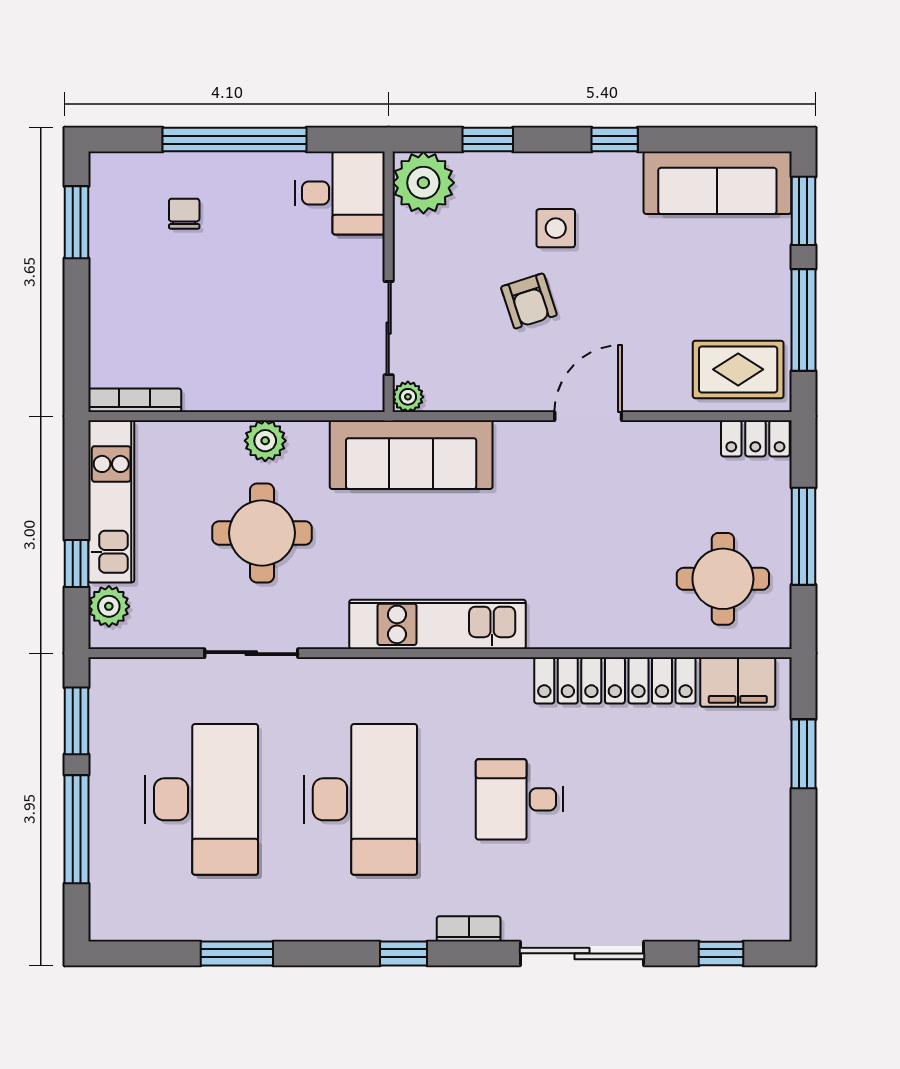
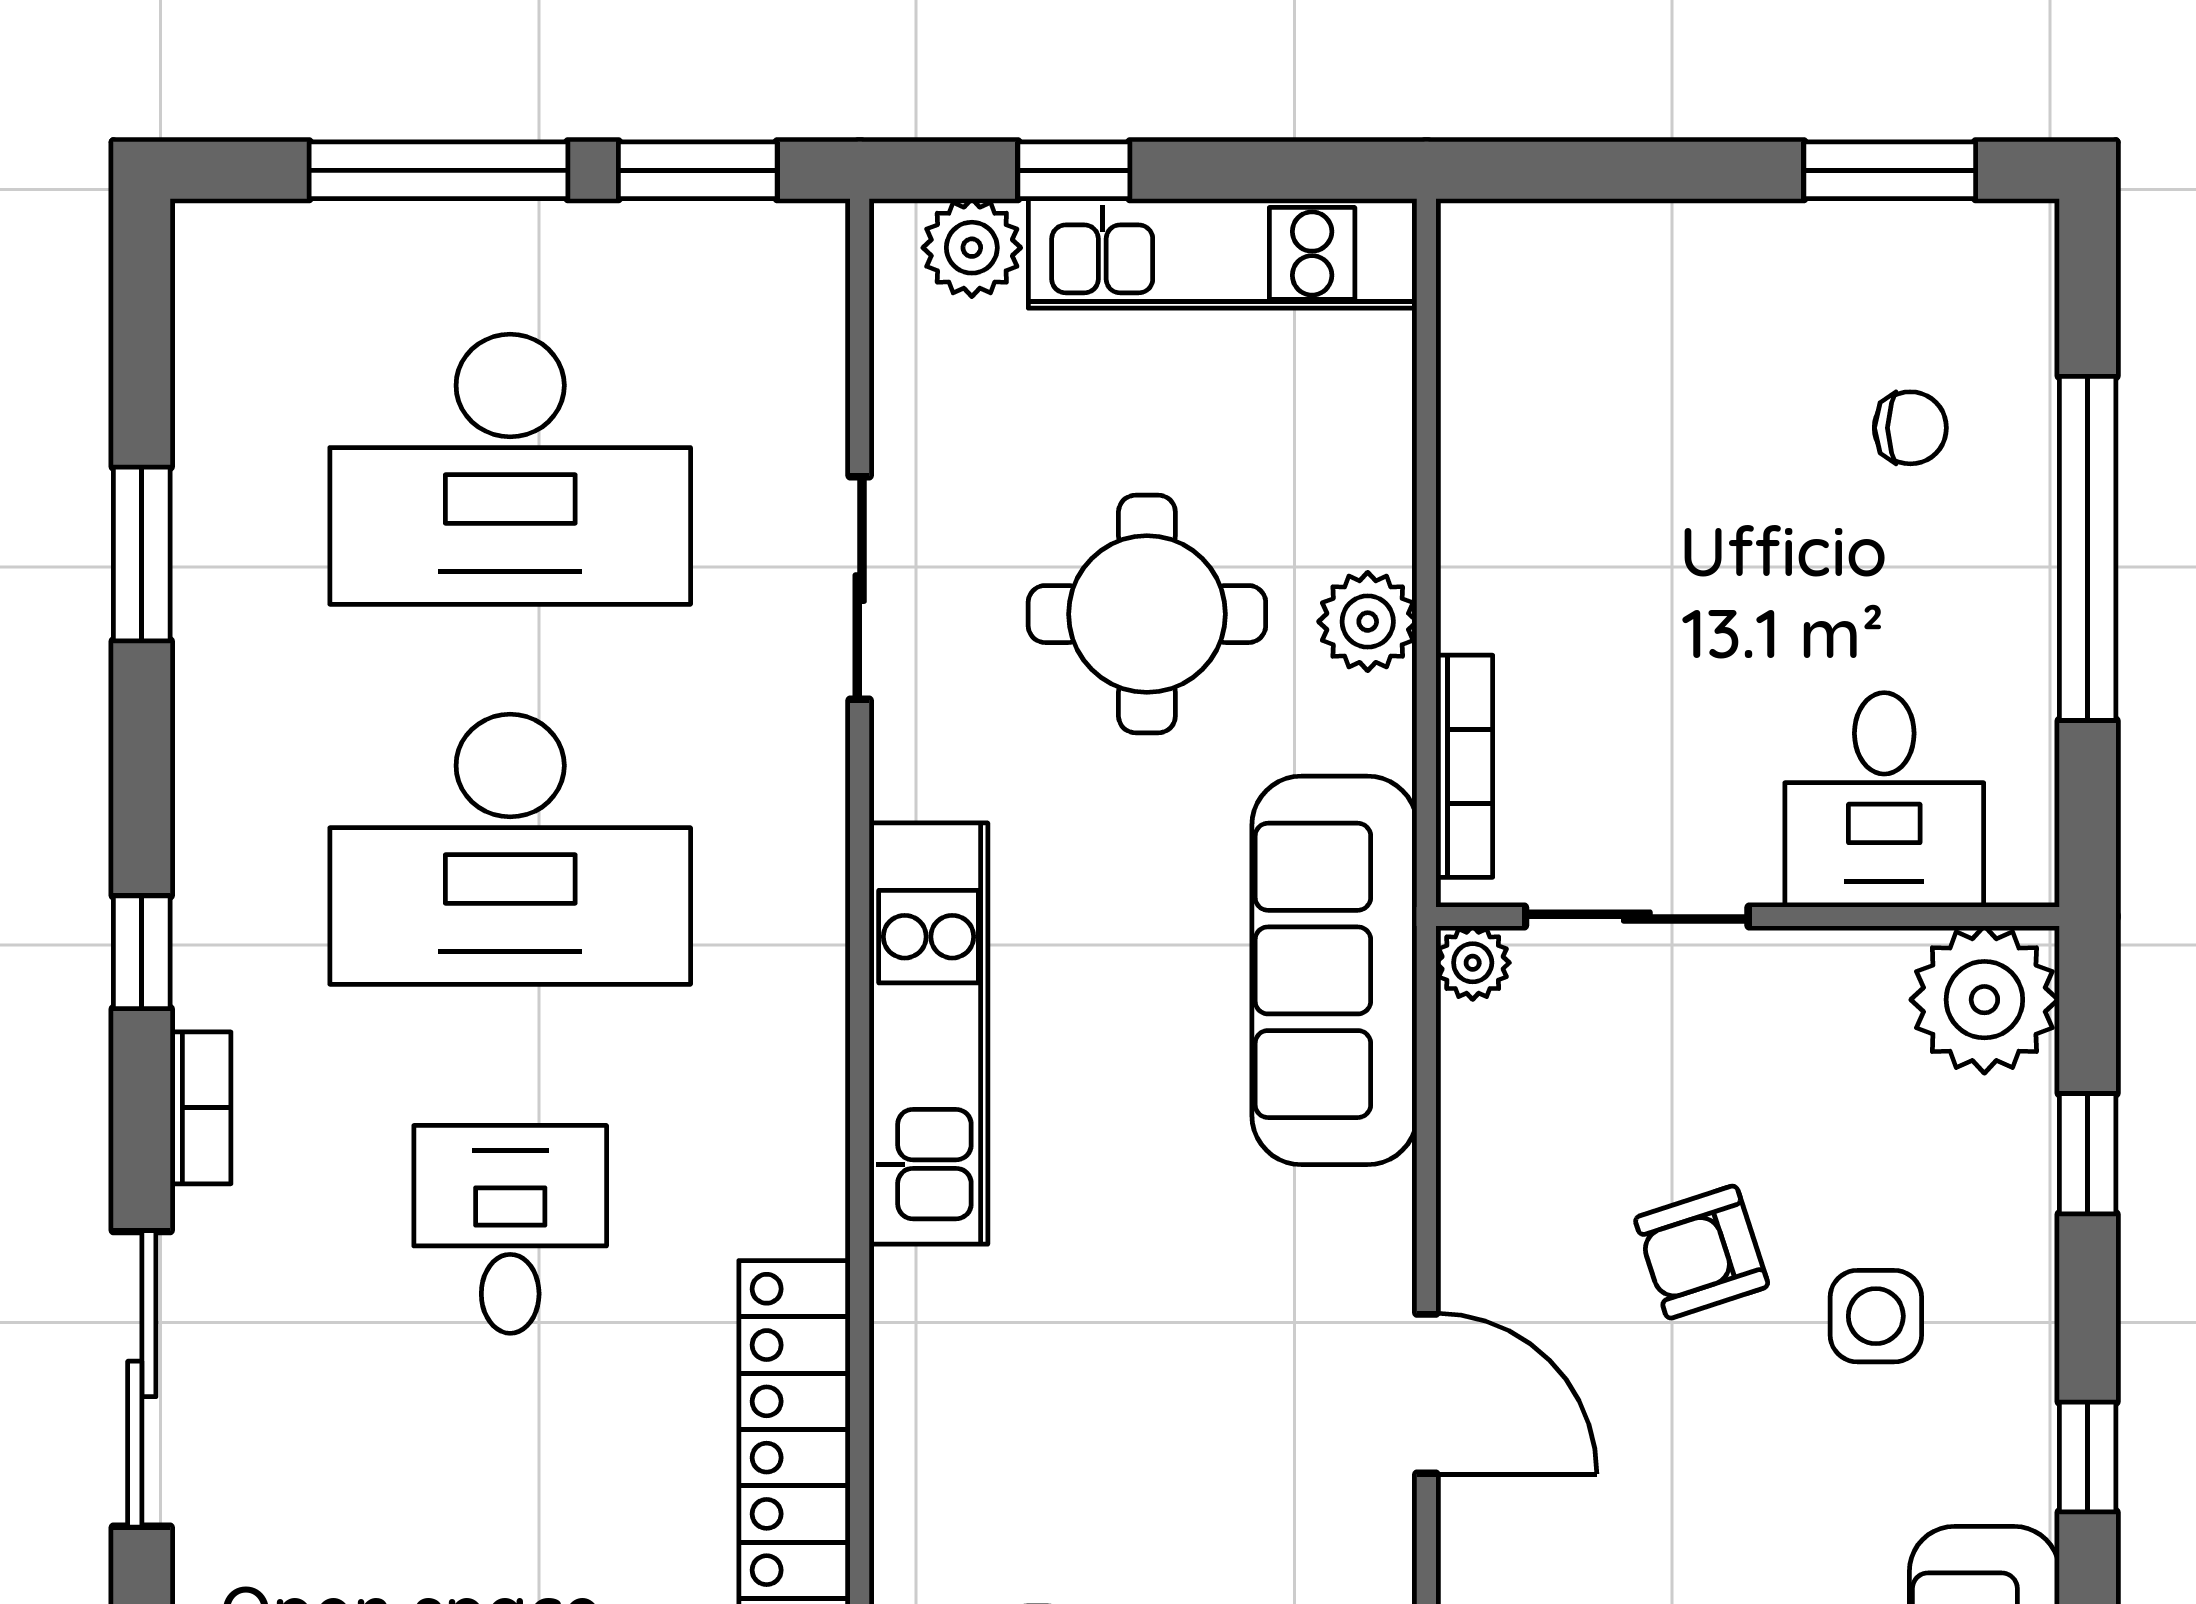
desk: (340, 193) -> (1884, 800), moved
bookcase: (135, 400) -> (1464, 766), moved

